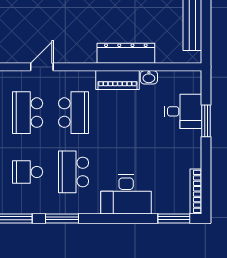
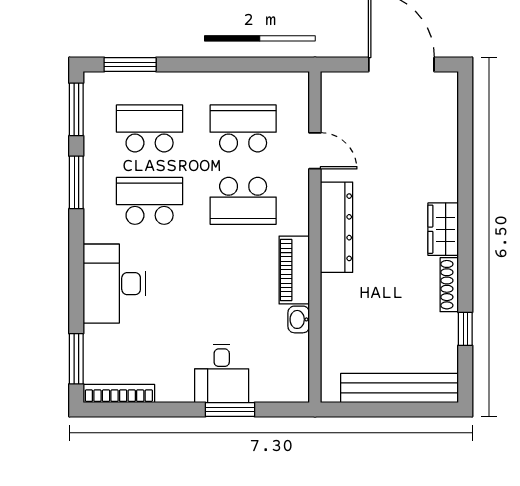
dresser: (126, 53) -> (337, 227), moved
desk: (183, 111) -> (222, 373), moved
school desk: (28, 172) -> (150, 128), width x1.85

